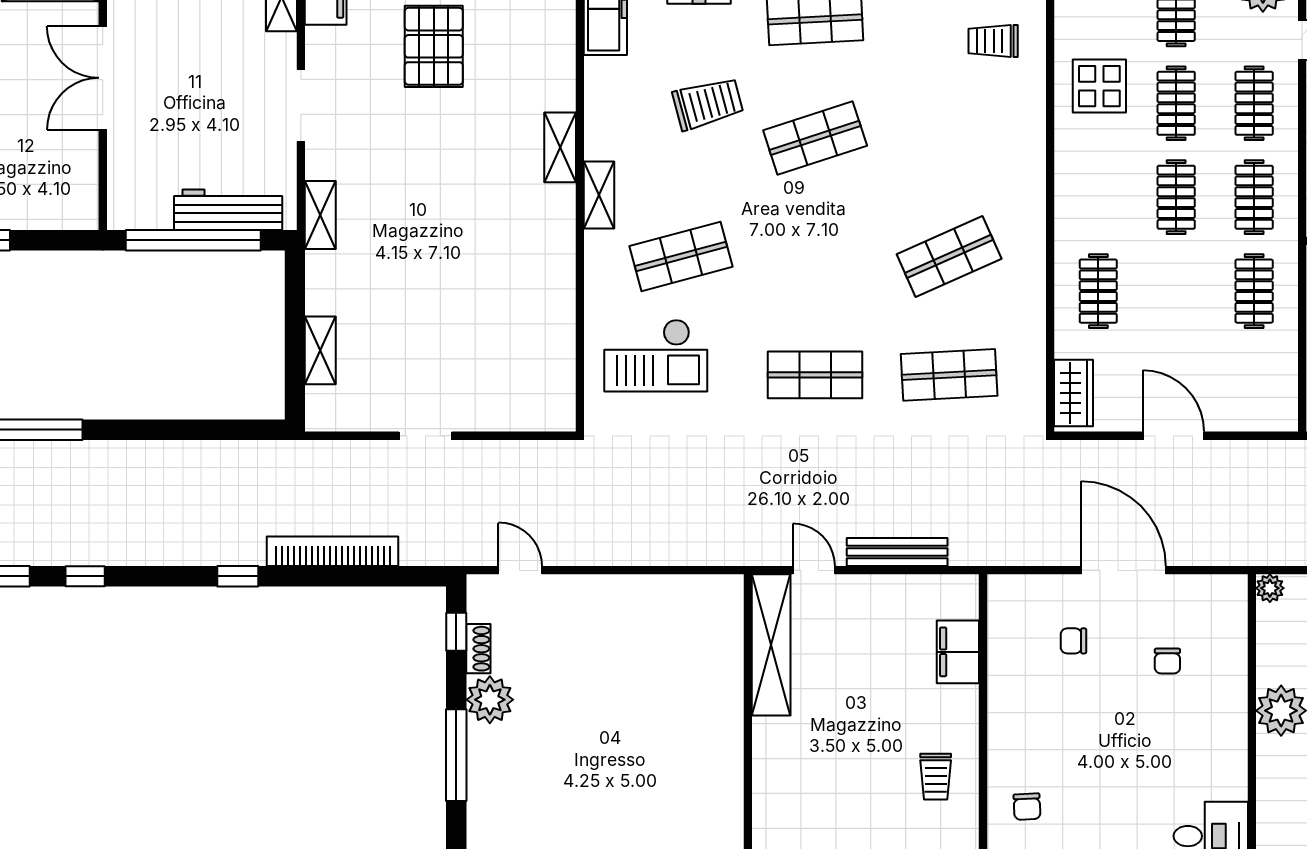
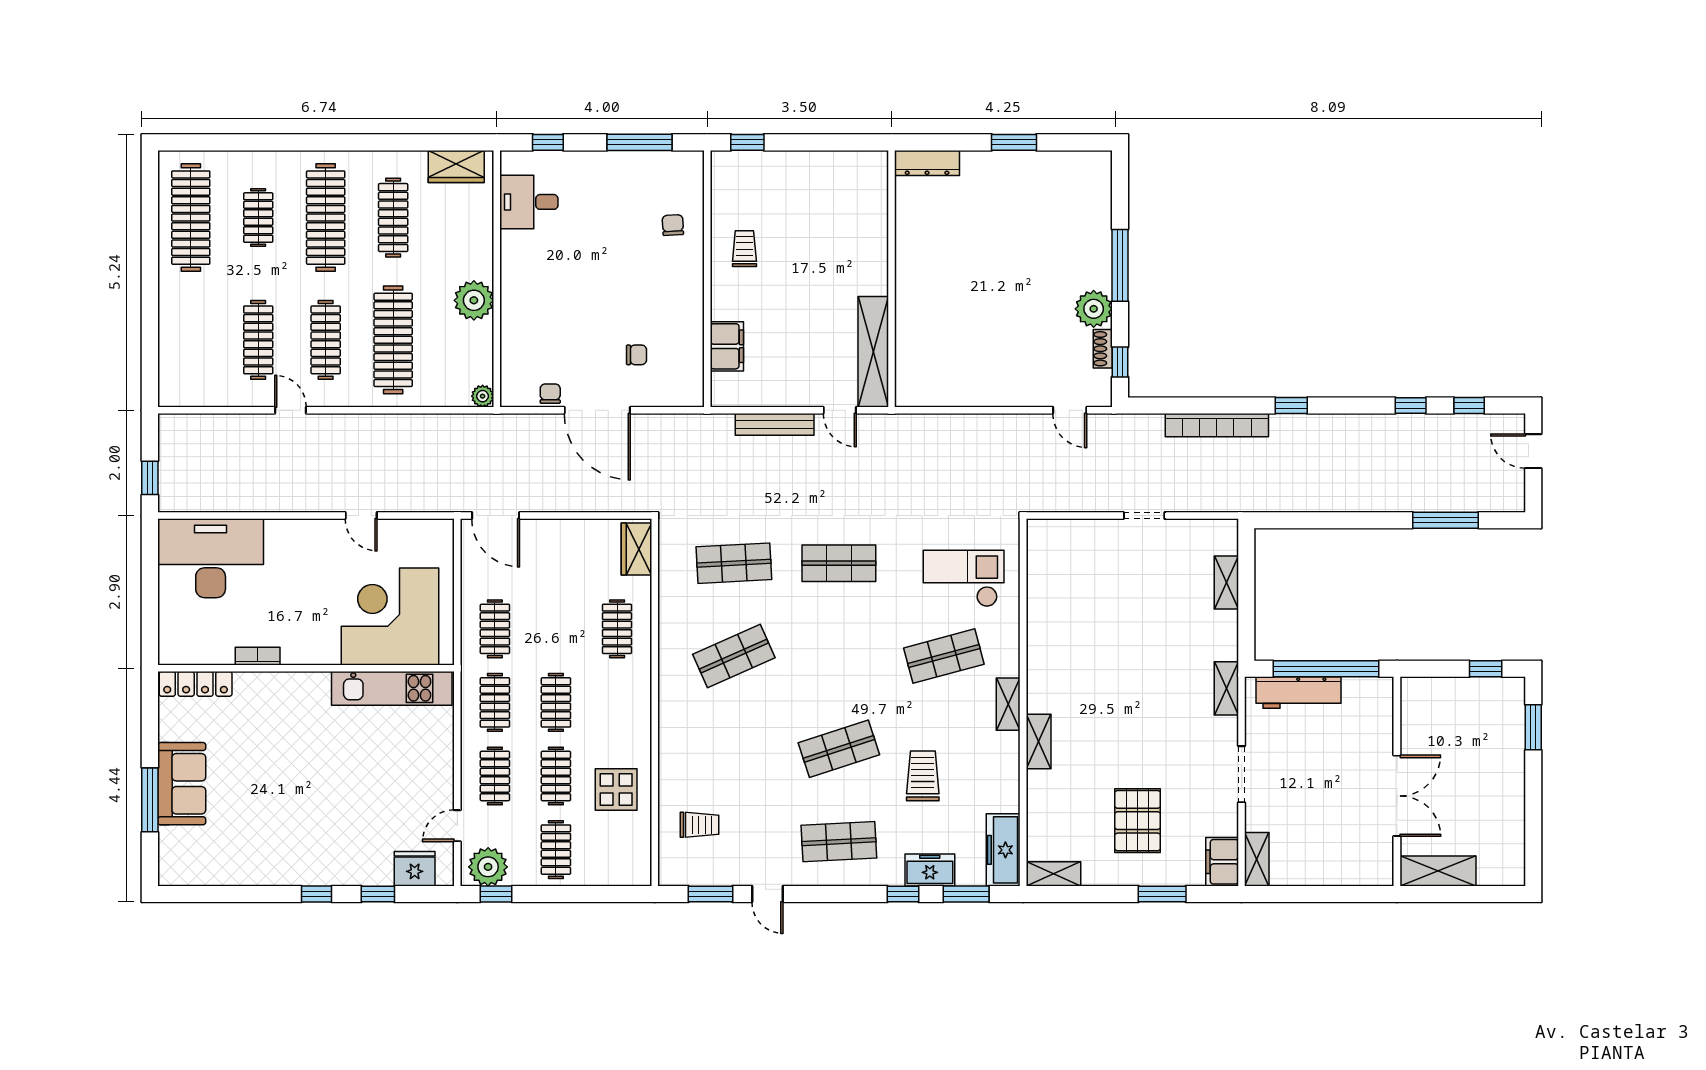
trolley: (708, 103) -> (923, 776), turned 105
door: (1173, 436) -> (496, 516), moved
chair: (1167, 661) -> (550, 394), moved

